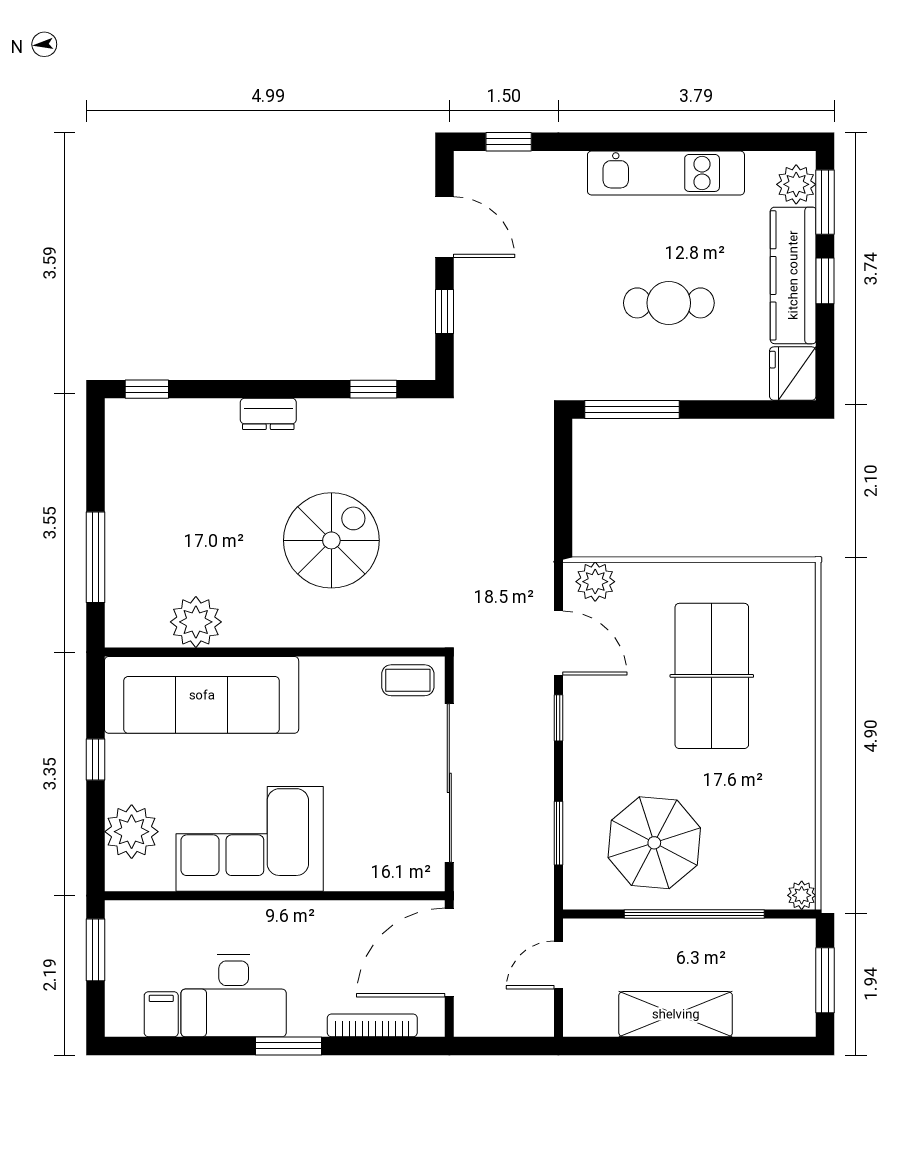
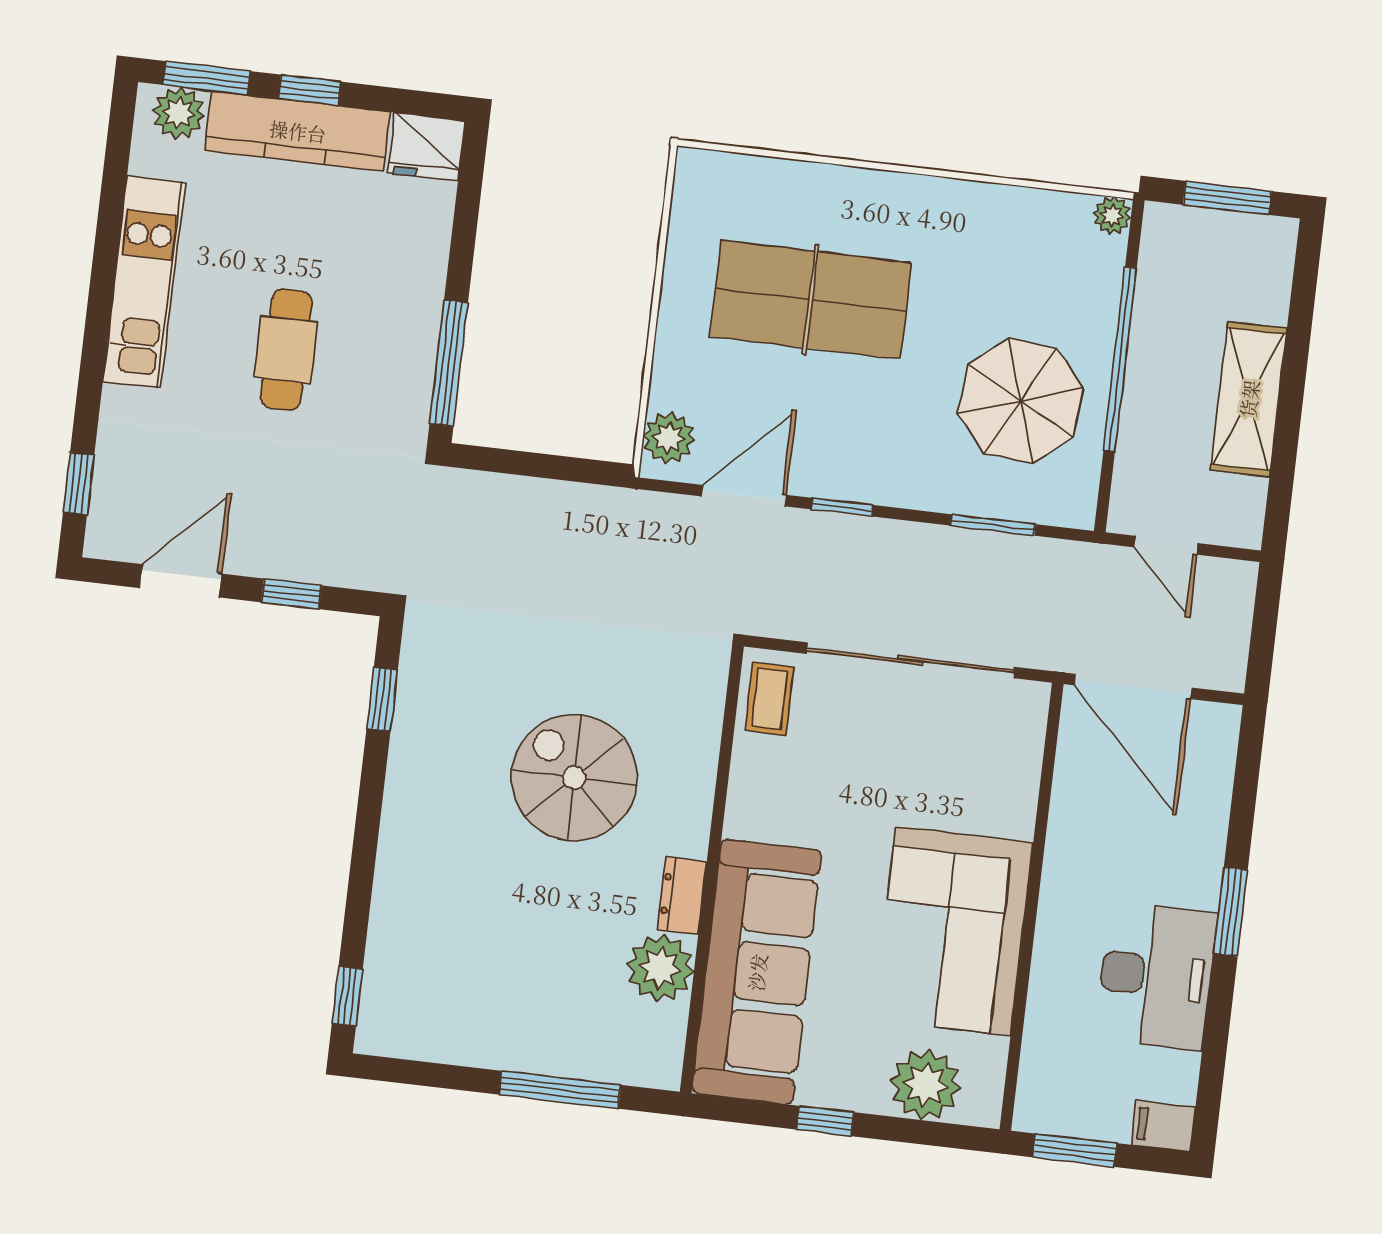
cafe table: (669, 303) -> (286, 350), moved
dresser: (268, 414) -> (682, 895), moved, turned 180
filing cabinet: (161, 1014) -> (1163, 1126), moved
bookcase: (372, 1025) -> (1217, 799), removed

